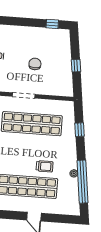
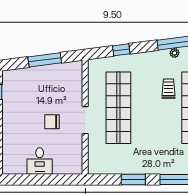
chair: (35, 64) -> (52, 122), moved
window: (76, 66) -> (45, 60), width x2.17

